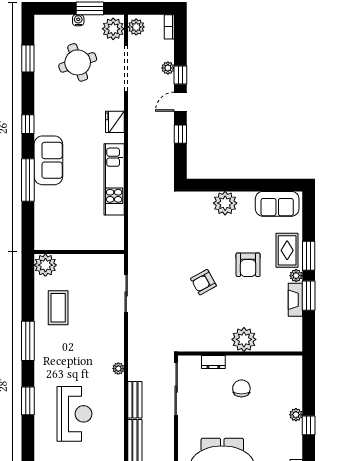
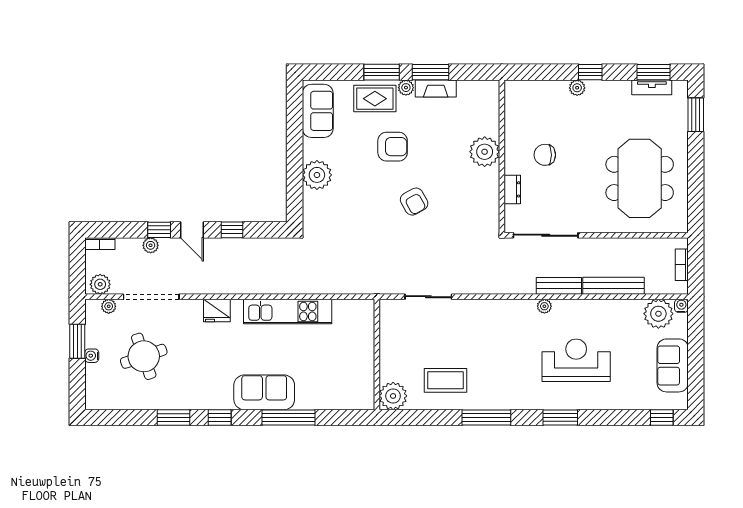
plant: (113, 29) -> (109, 306), width x0.53, depth x0.53
window: (28, 59) -> (174, 418), moved
plant: (118, 369) -> (544, 306), moved

